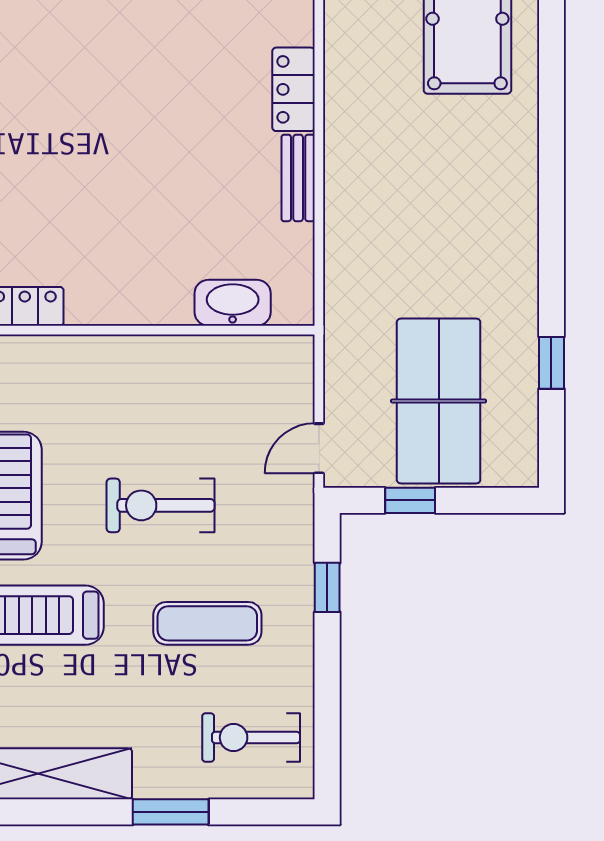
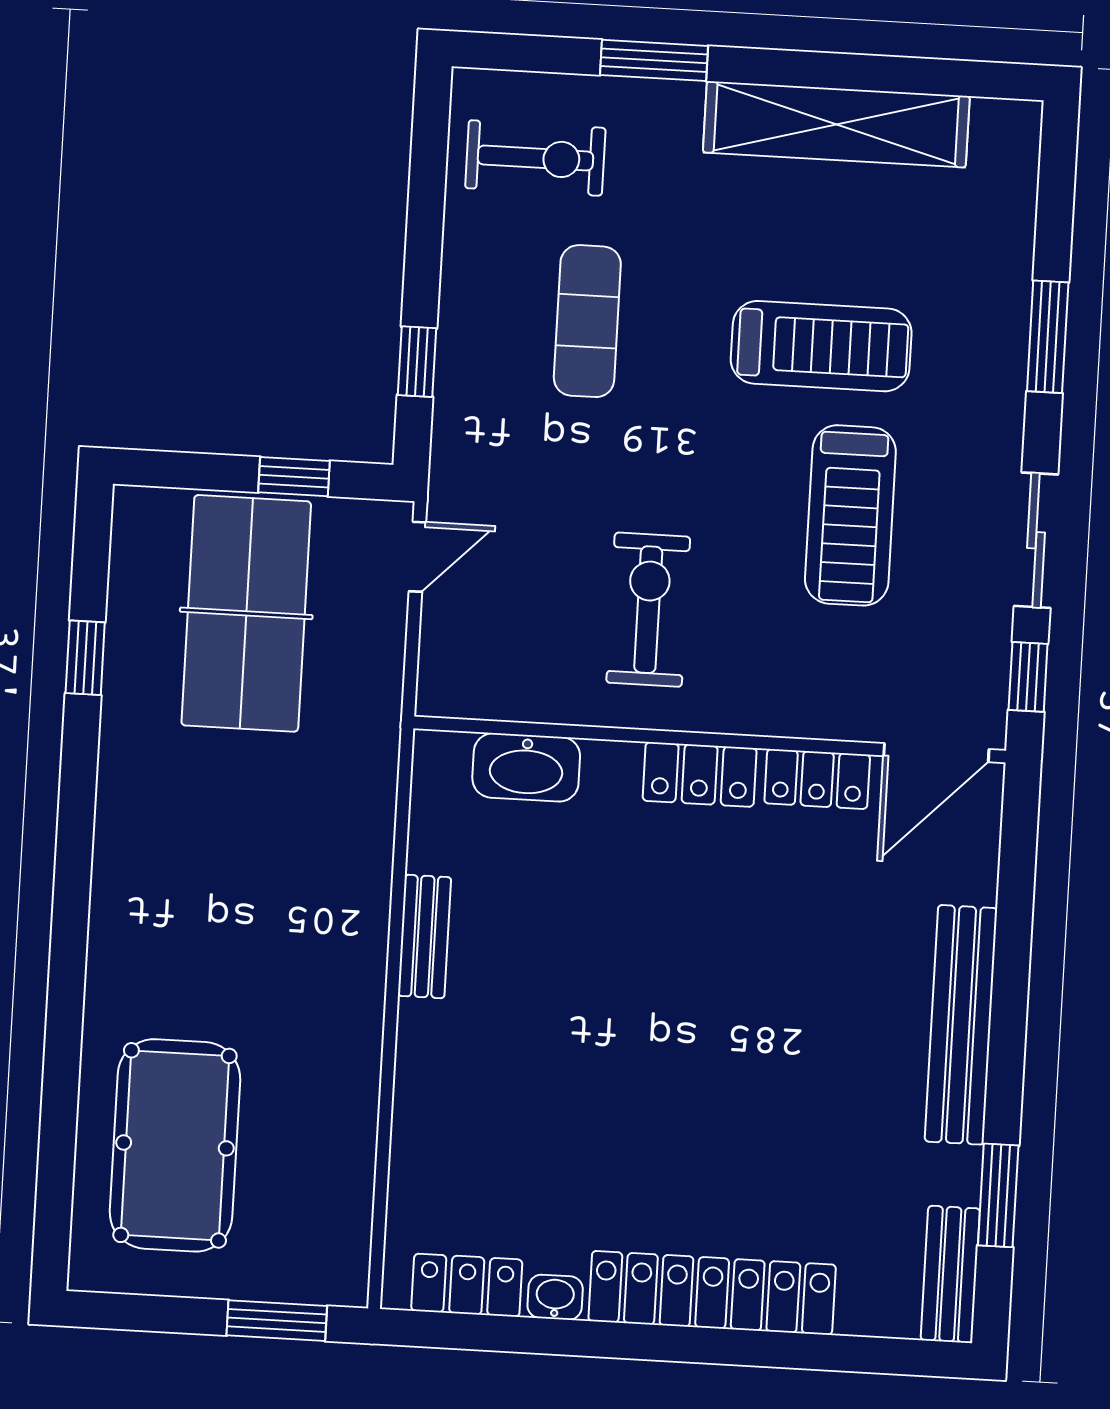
locker: (294, 89) -> (700, 774), moved, turned 90
exercise bike: (161, 505) -> (648, 610), moved, turned -90
exercise mat: (207, 623) -> (587, 321), turned 90

